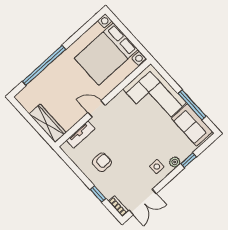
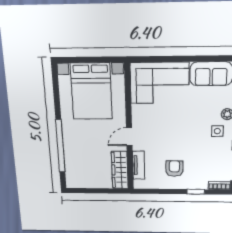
window: (192, 105) -> (195, 59), removed
wardrobe: (48, 123) -> (120, 170), moved, turned -90

